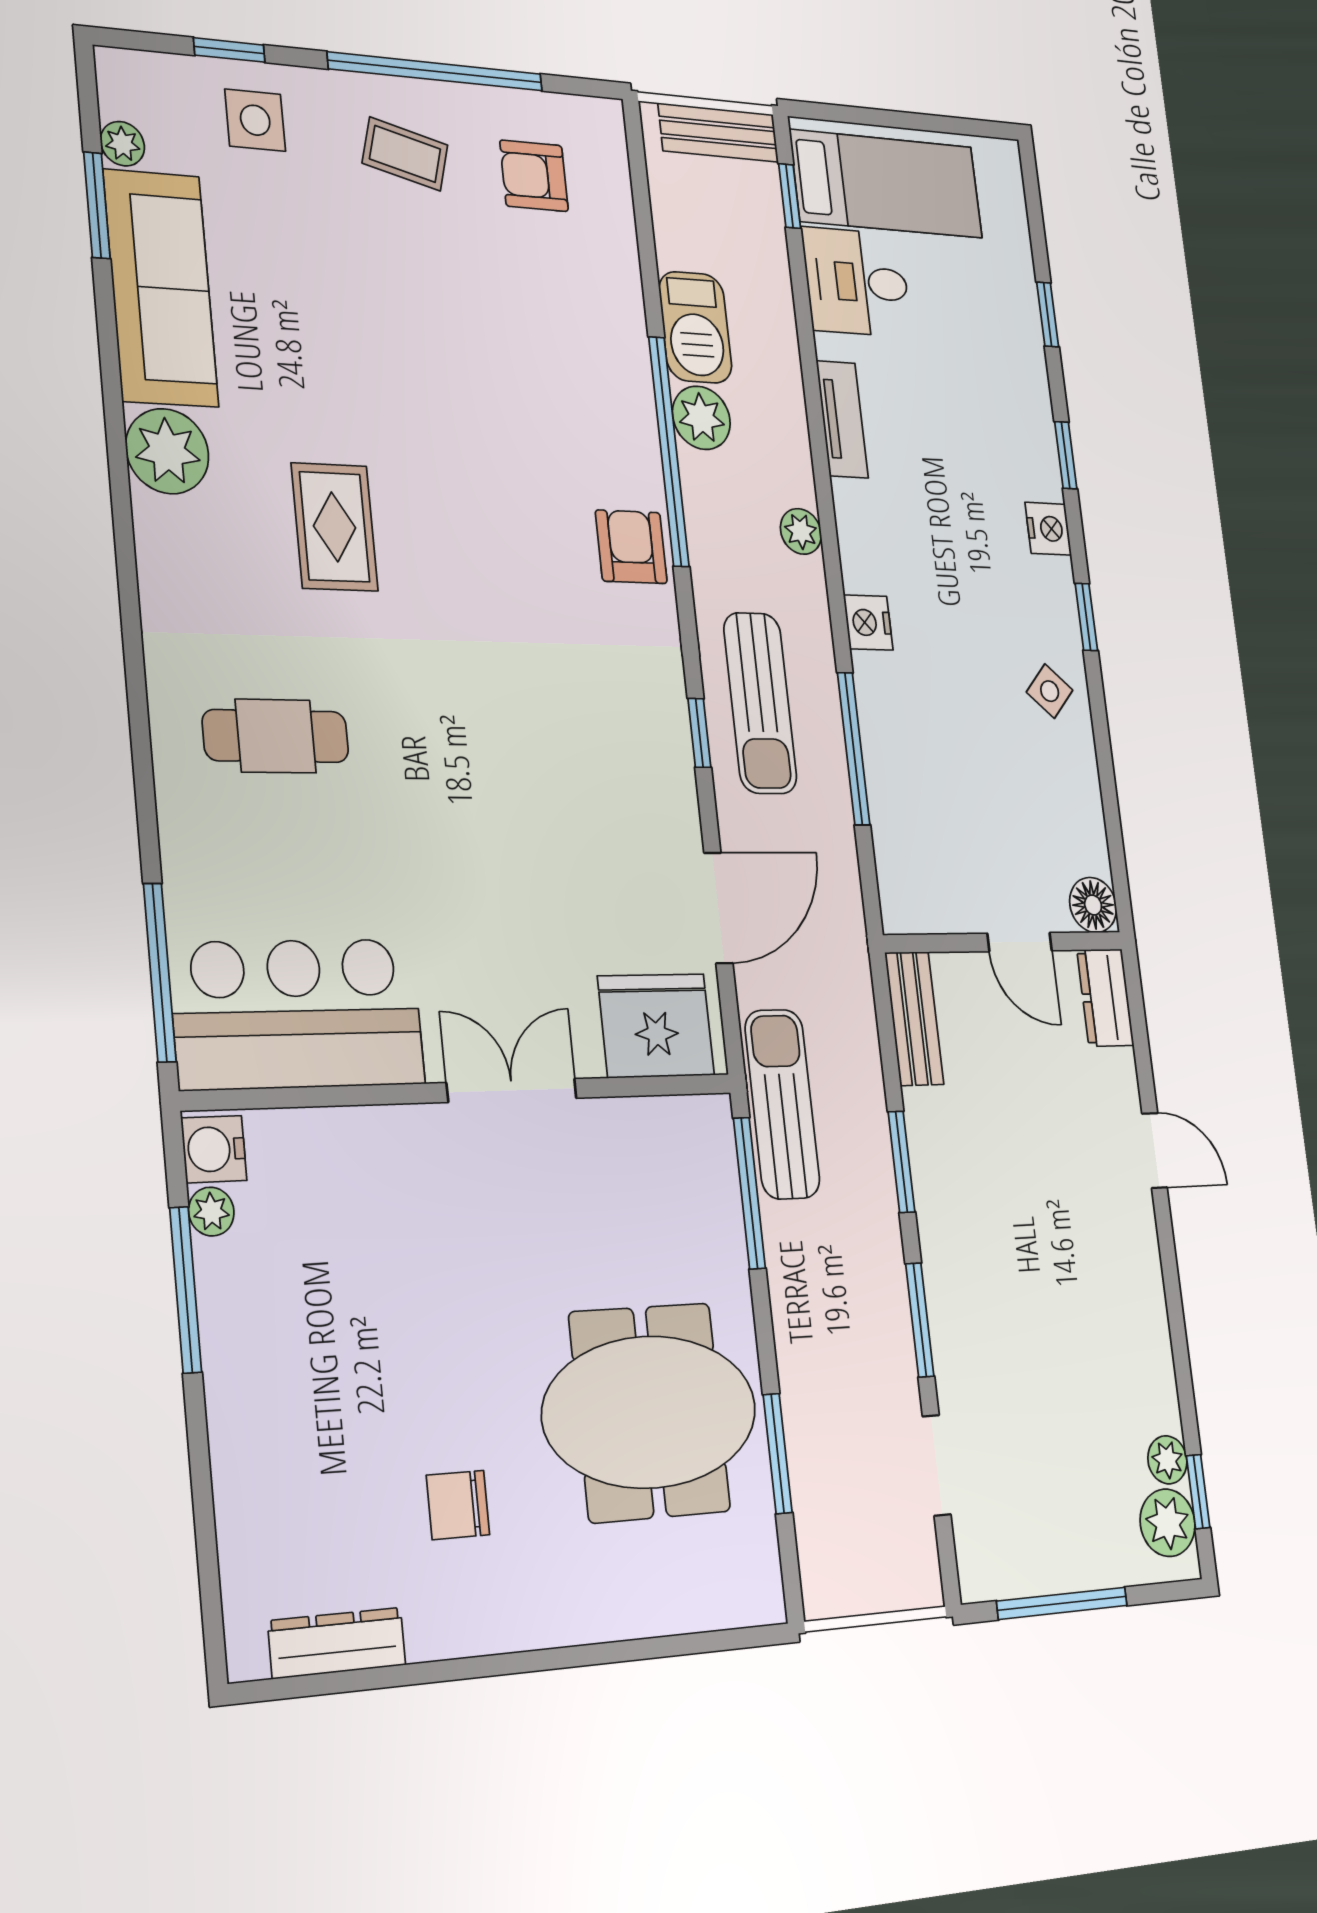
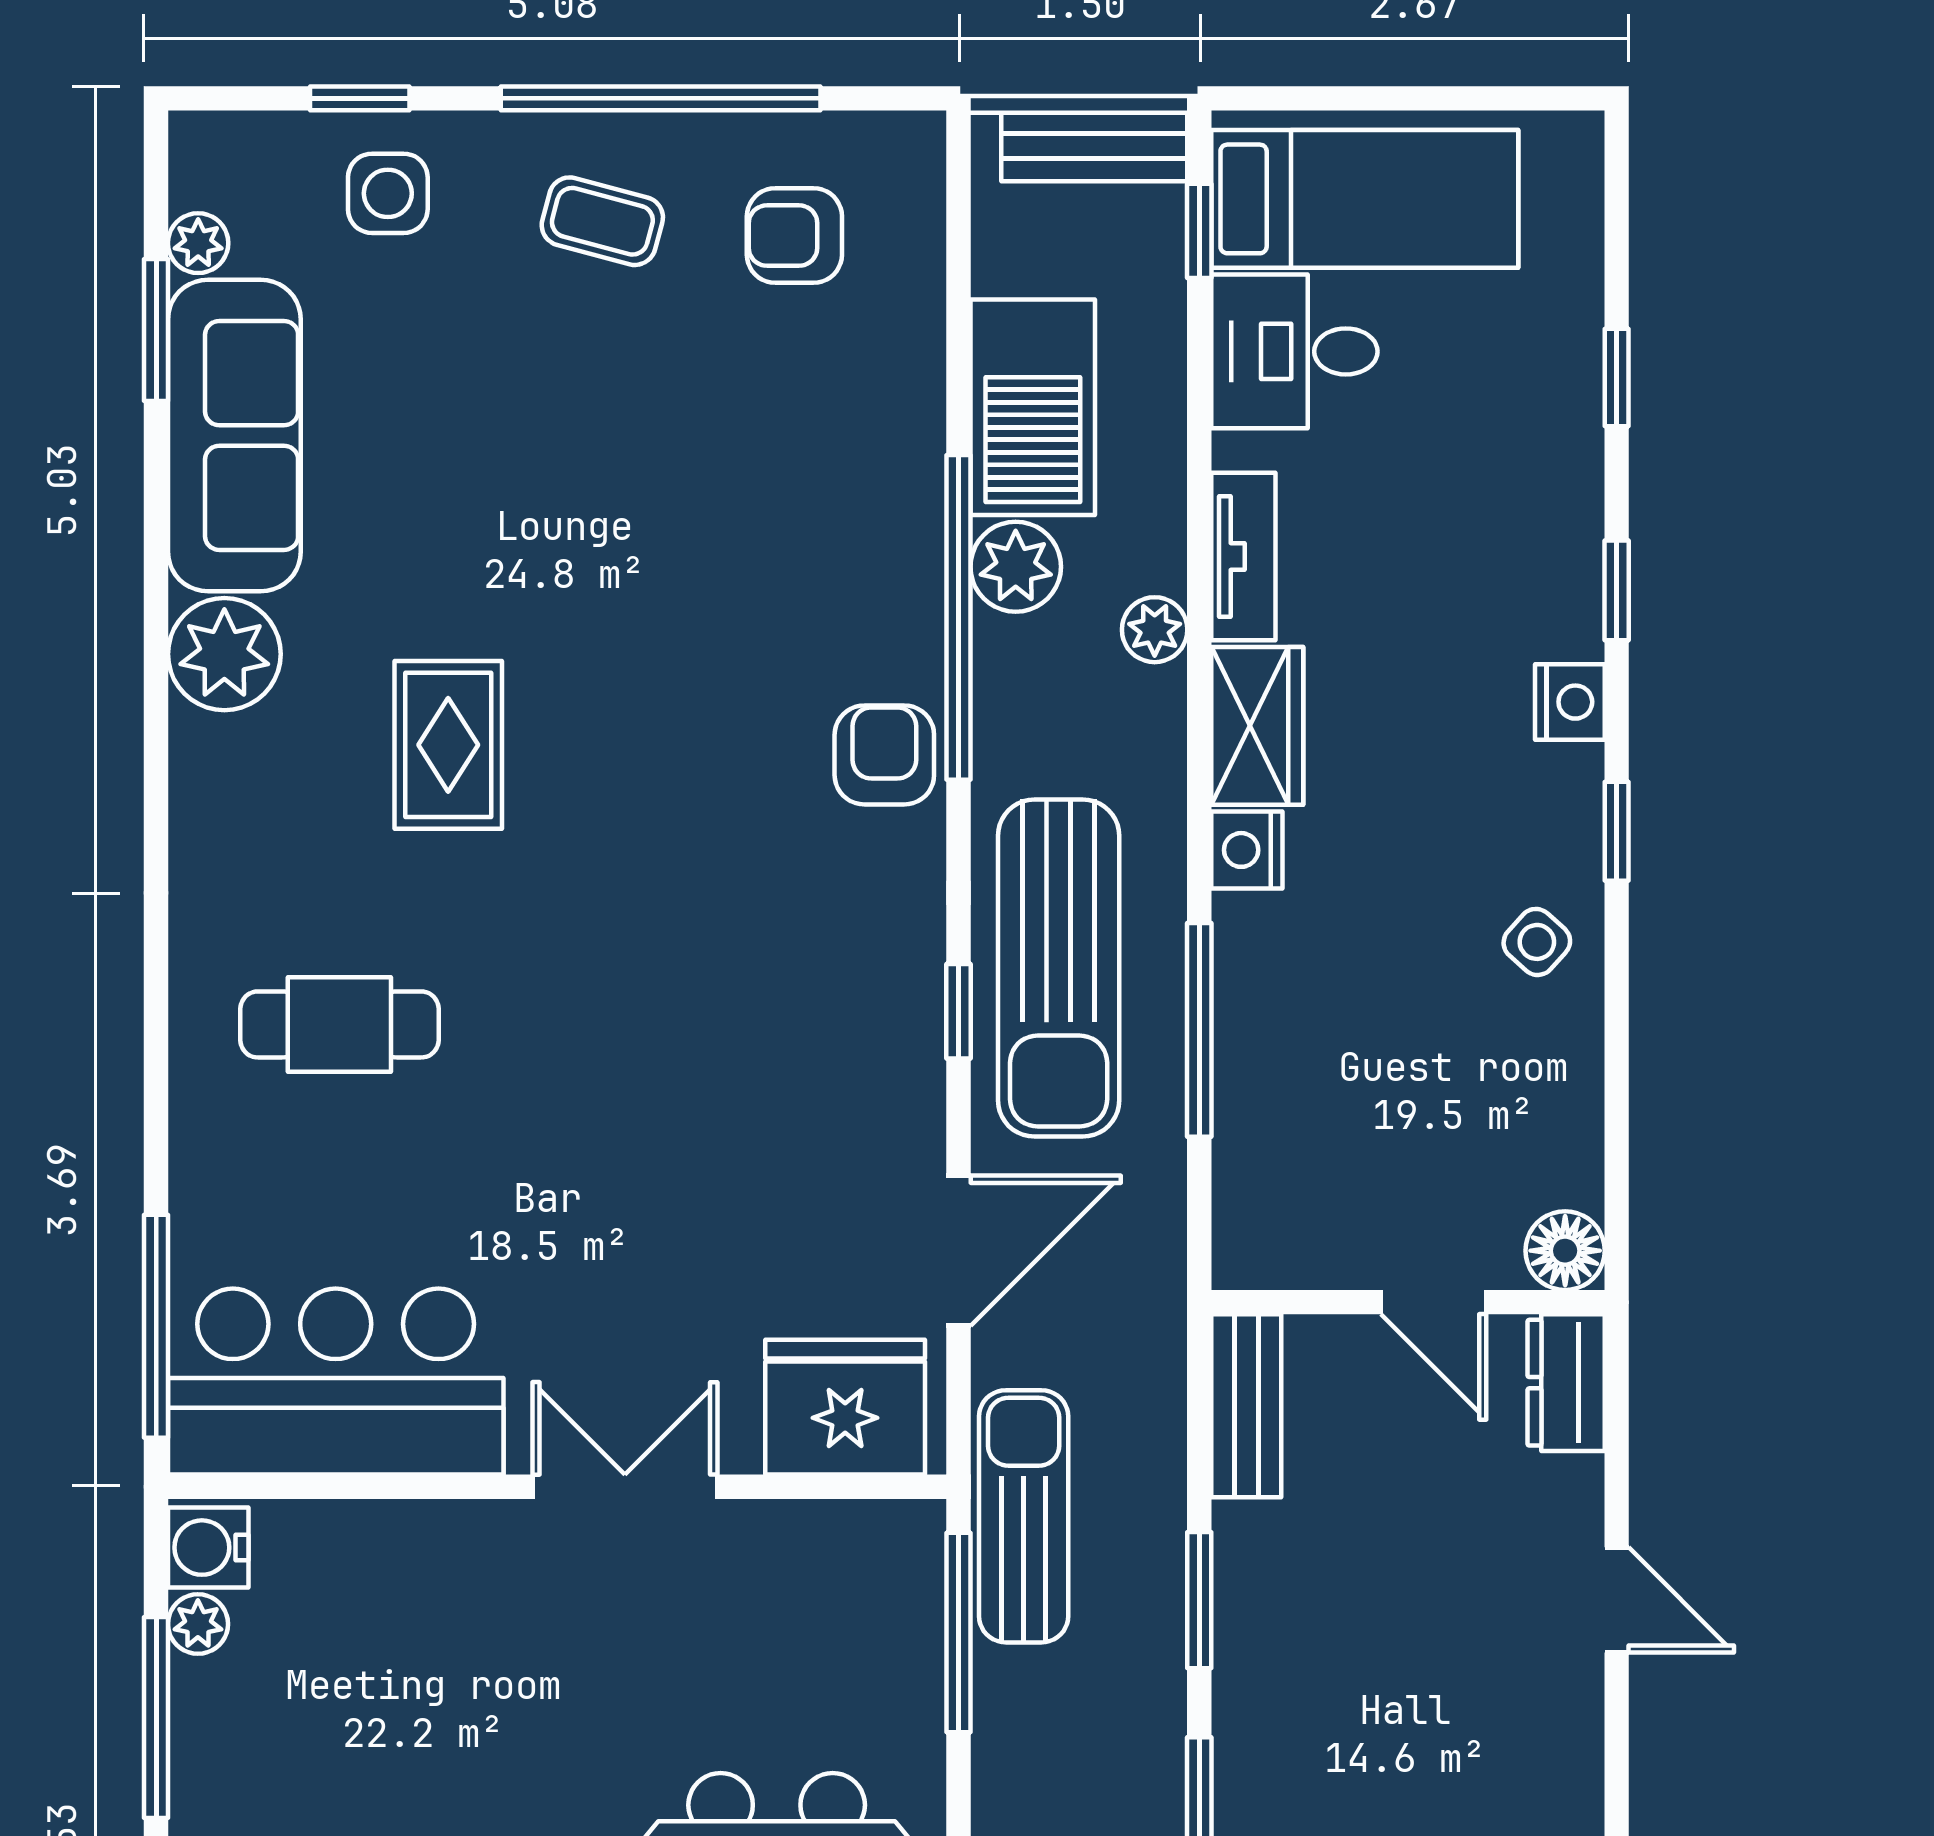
barbecue: (695, 327) -> (1033, 407), width x1.37, depth x1.21
plant: (801, 531) -> (1155, 630), moved
wardrobe: (864, 536) -> (1257, 726), added
sun lounger: (760, 703) -> (1059, 968), width x1.36, depth x1.34

